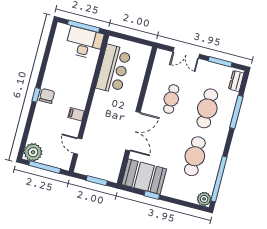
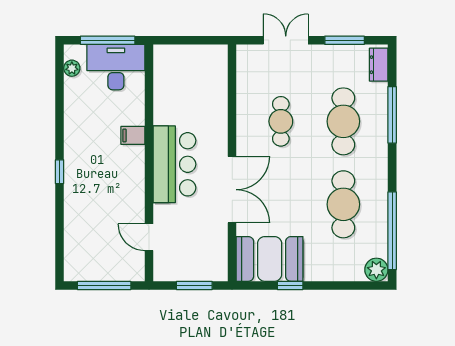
double door: (186, 53) -> (286, 40), swing flipped
bar counter: (114, 69) -> (174, 164), moved
chair: (47, 96) -> (78, 169), removed
filing cabinet: (76, 114) -> (133, 135), moved
plant: (33, 152) -> (72, 68), moved, width x0.53, depth x0.53

